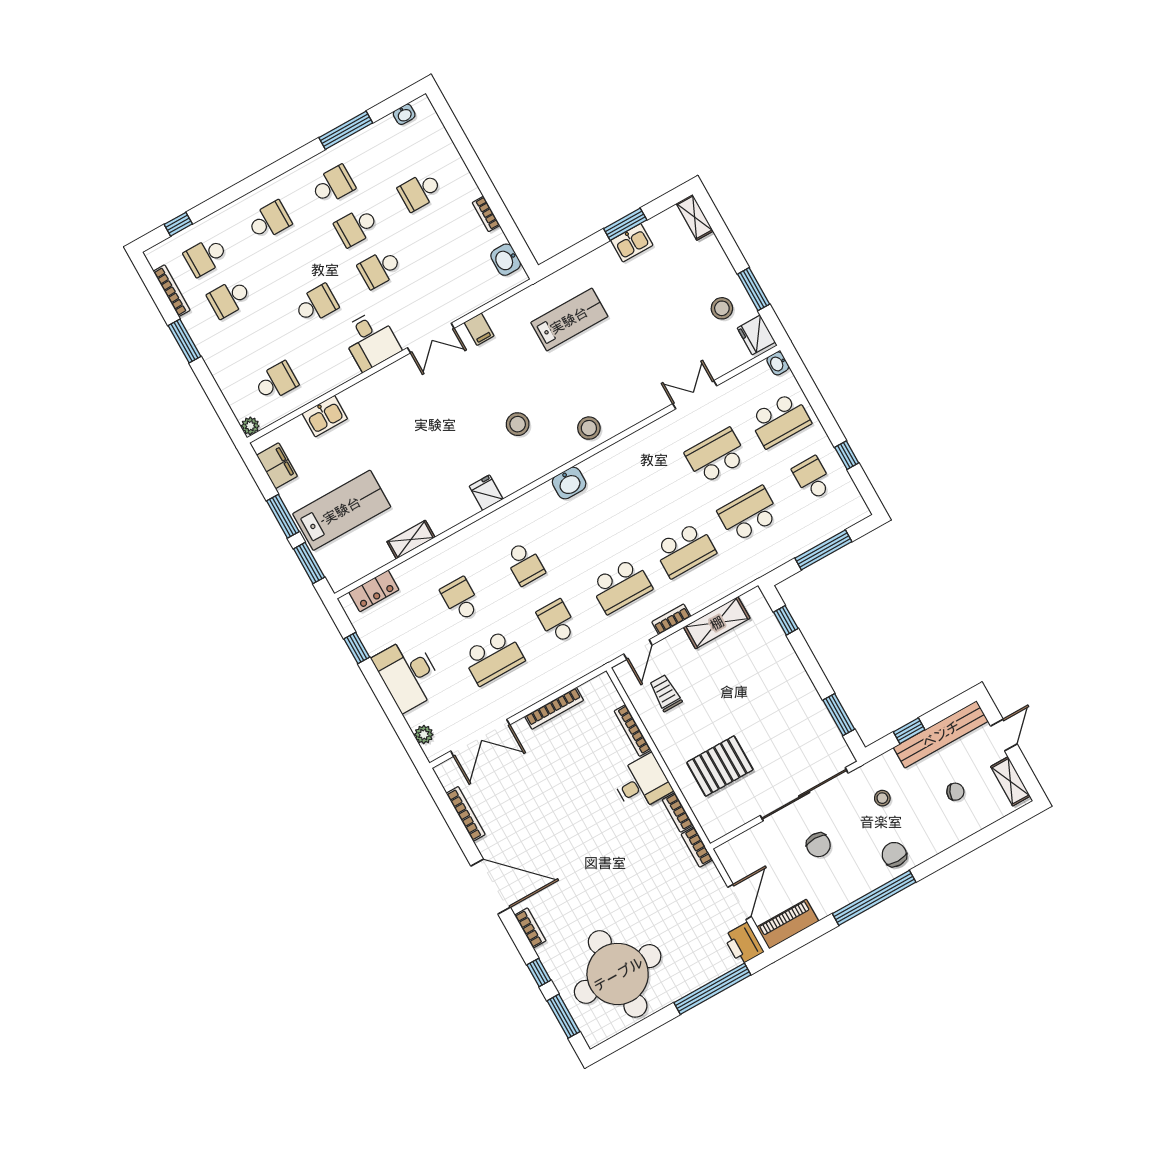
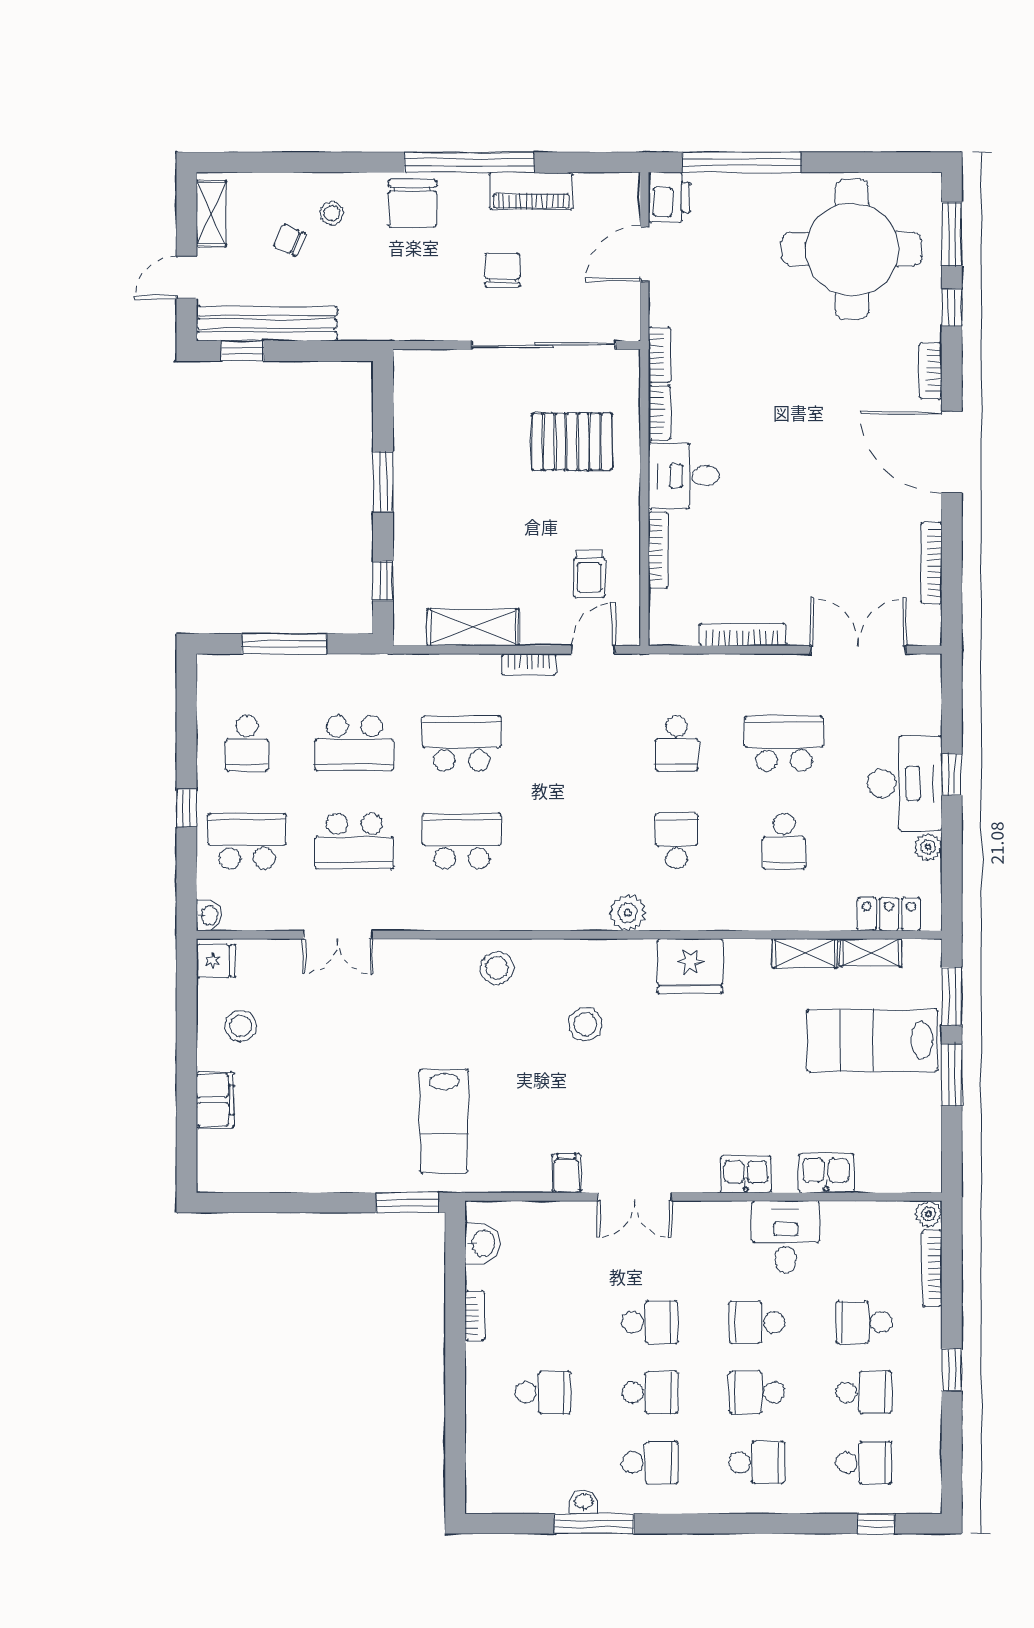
washbasin: (404, 114) -> (584, 1502), moved
school desk: (333, 185) -> (650, 1463), turned 180
shelving: (695, 217) -> (871, 953), moved, turned 90
school desk: (269, 221) -> (757, 1463), turned 180
window: (625, 224) -> (407, 1203), moved
kitchen sink: (632, 243) -> (746, 1174), moved
school desk: (293, 263) -> (757, 1392), added
window: (754, 289) -> (186, 1028), removed
bookcase: (172, 291) -> (932, 1268), moved
lab bench: (569, 320) -> (444, 1121), turned -90
fridge: (756, 335) -> (216, 961), width x0.72
double door: (431, 338) -> (634, 1197), swing flipped
desk: (371, 340) -> (786, 1237), moved
window: (184, 341) -> (952, 1370), width x0.67
school desk: (276, 382) -> (864, 1322), moved
window: (847, 455) -> (186, 808), moved
filing cabinet: (277, 466) -> (215, 1100), moved, turned 180
washbasin: (569, 483) -> (562, 912), removed
fridge: (486, 493) -> (690, 966), width x1.88, depth x1.34
plant: (530, 505) -> (628, 913), added
school desk: (621, 586) -> (462, 841), moved
window: (357, 648) -> (952, 775), moved
window: (839, 715) -> (383, 482), moved
window: (909, 731) -> (242, 351), moved
plant: (424, 735) -> (928, 847), moved
sliding door: (804, 794) -> (544, 345), moved
stool: (882, 798) -> (332, 213), moved
chair: (894, 855) -> (412, 203), width x1.37, depth x1.37
piano: (788, 924) -> (531, 191), moved

